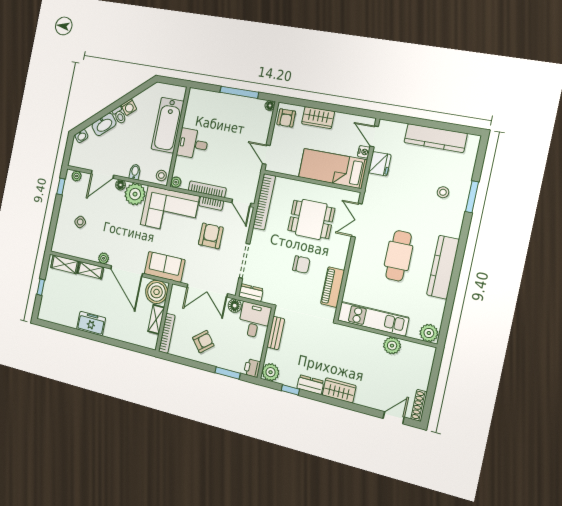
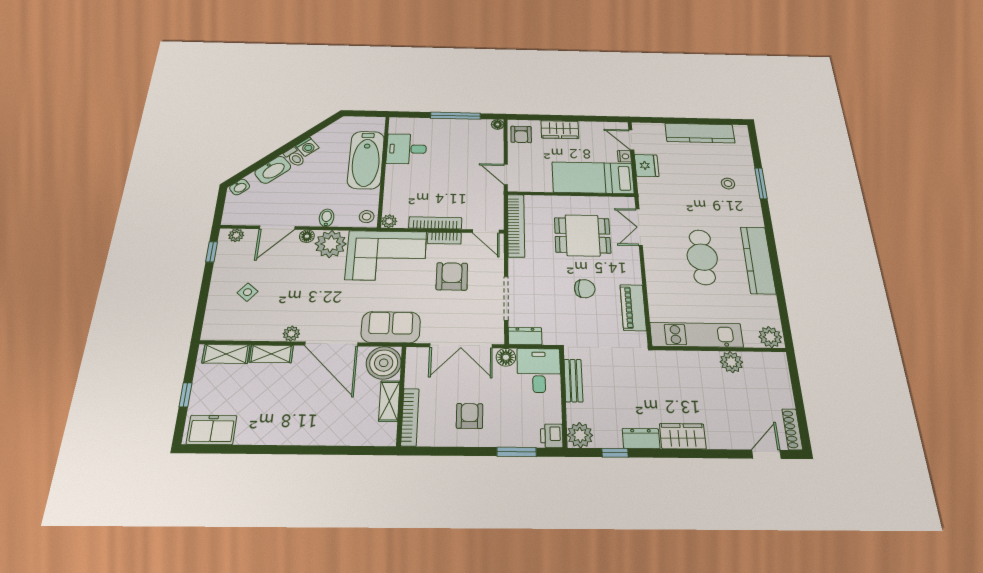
desk: (193, 144) -> (406, 149), moved
freezer: (91, 324) -> (212, 430), moved
armchair: (203, 342) -> (470, 416), turned -51

